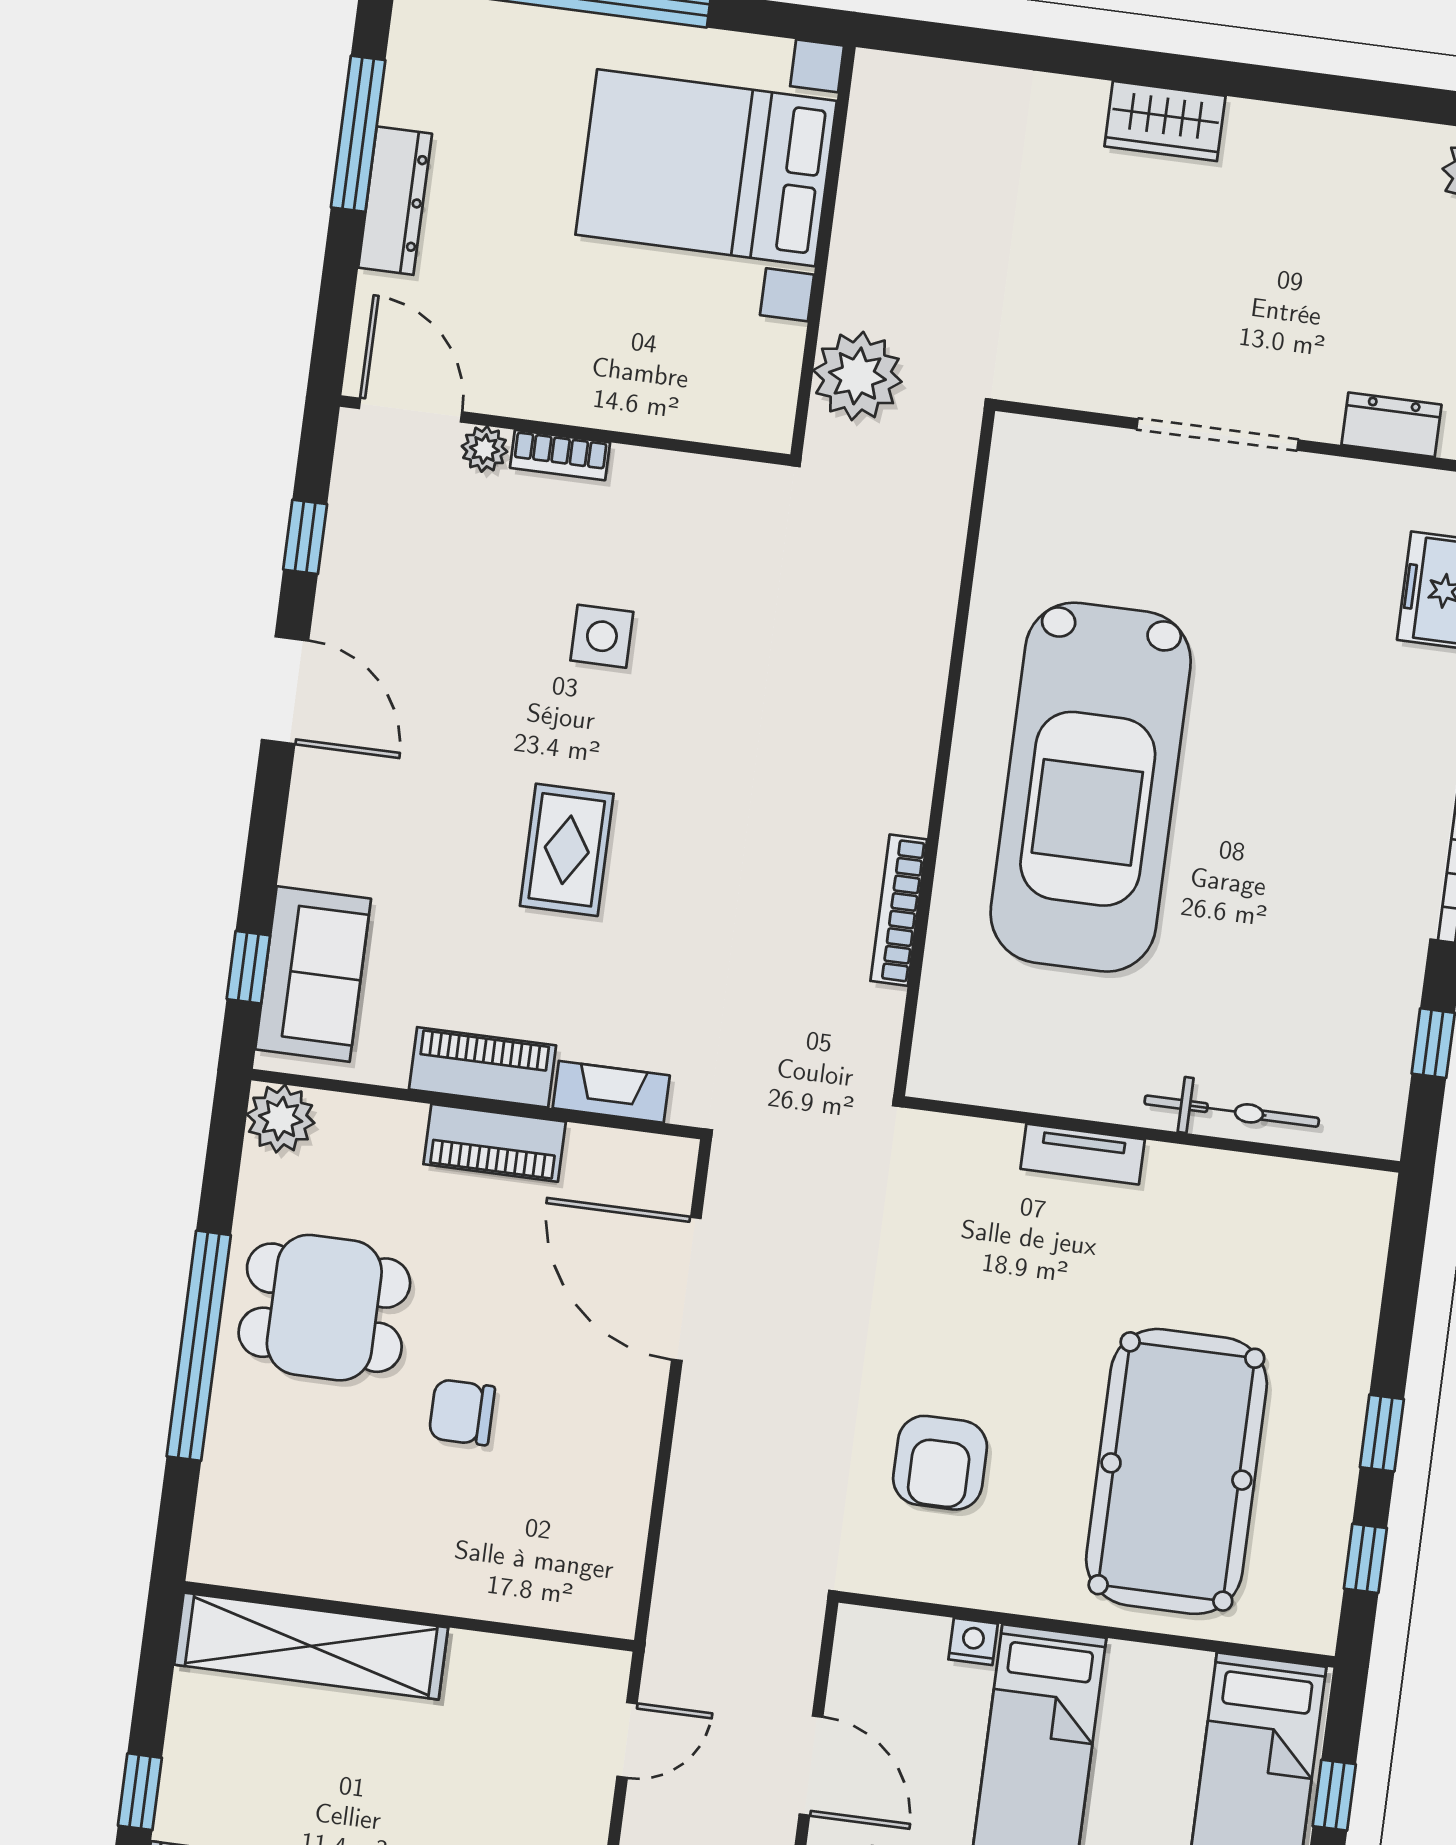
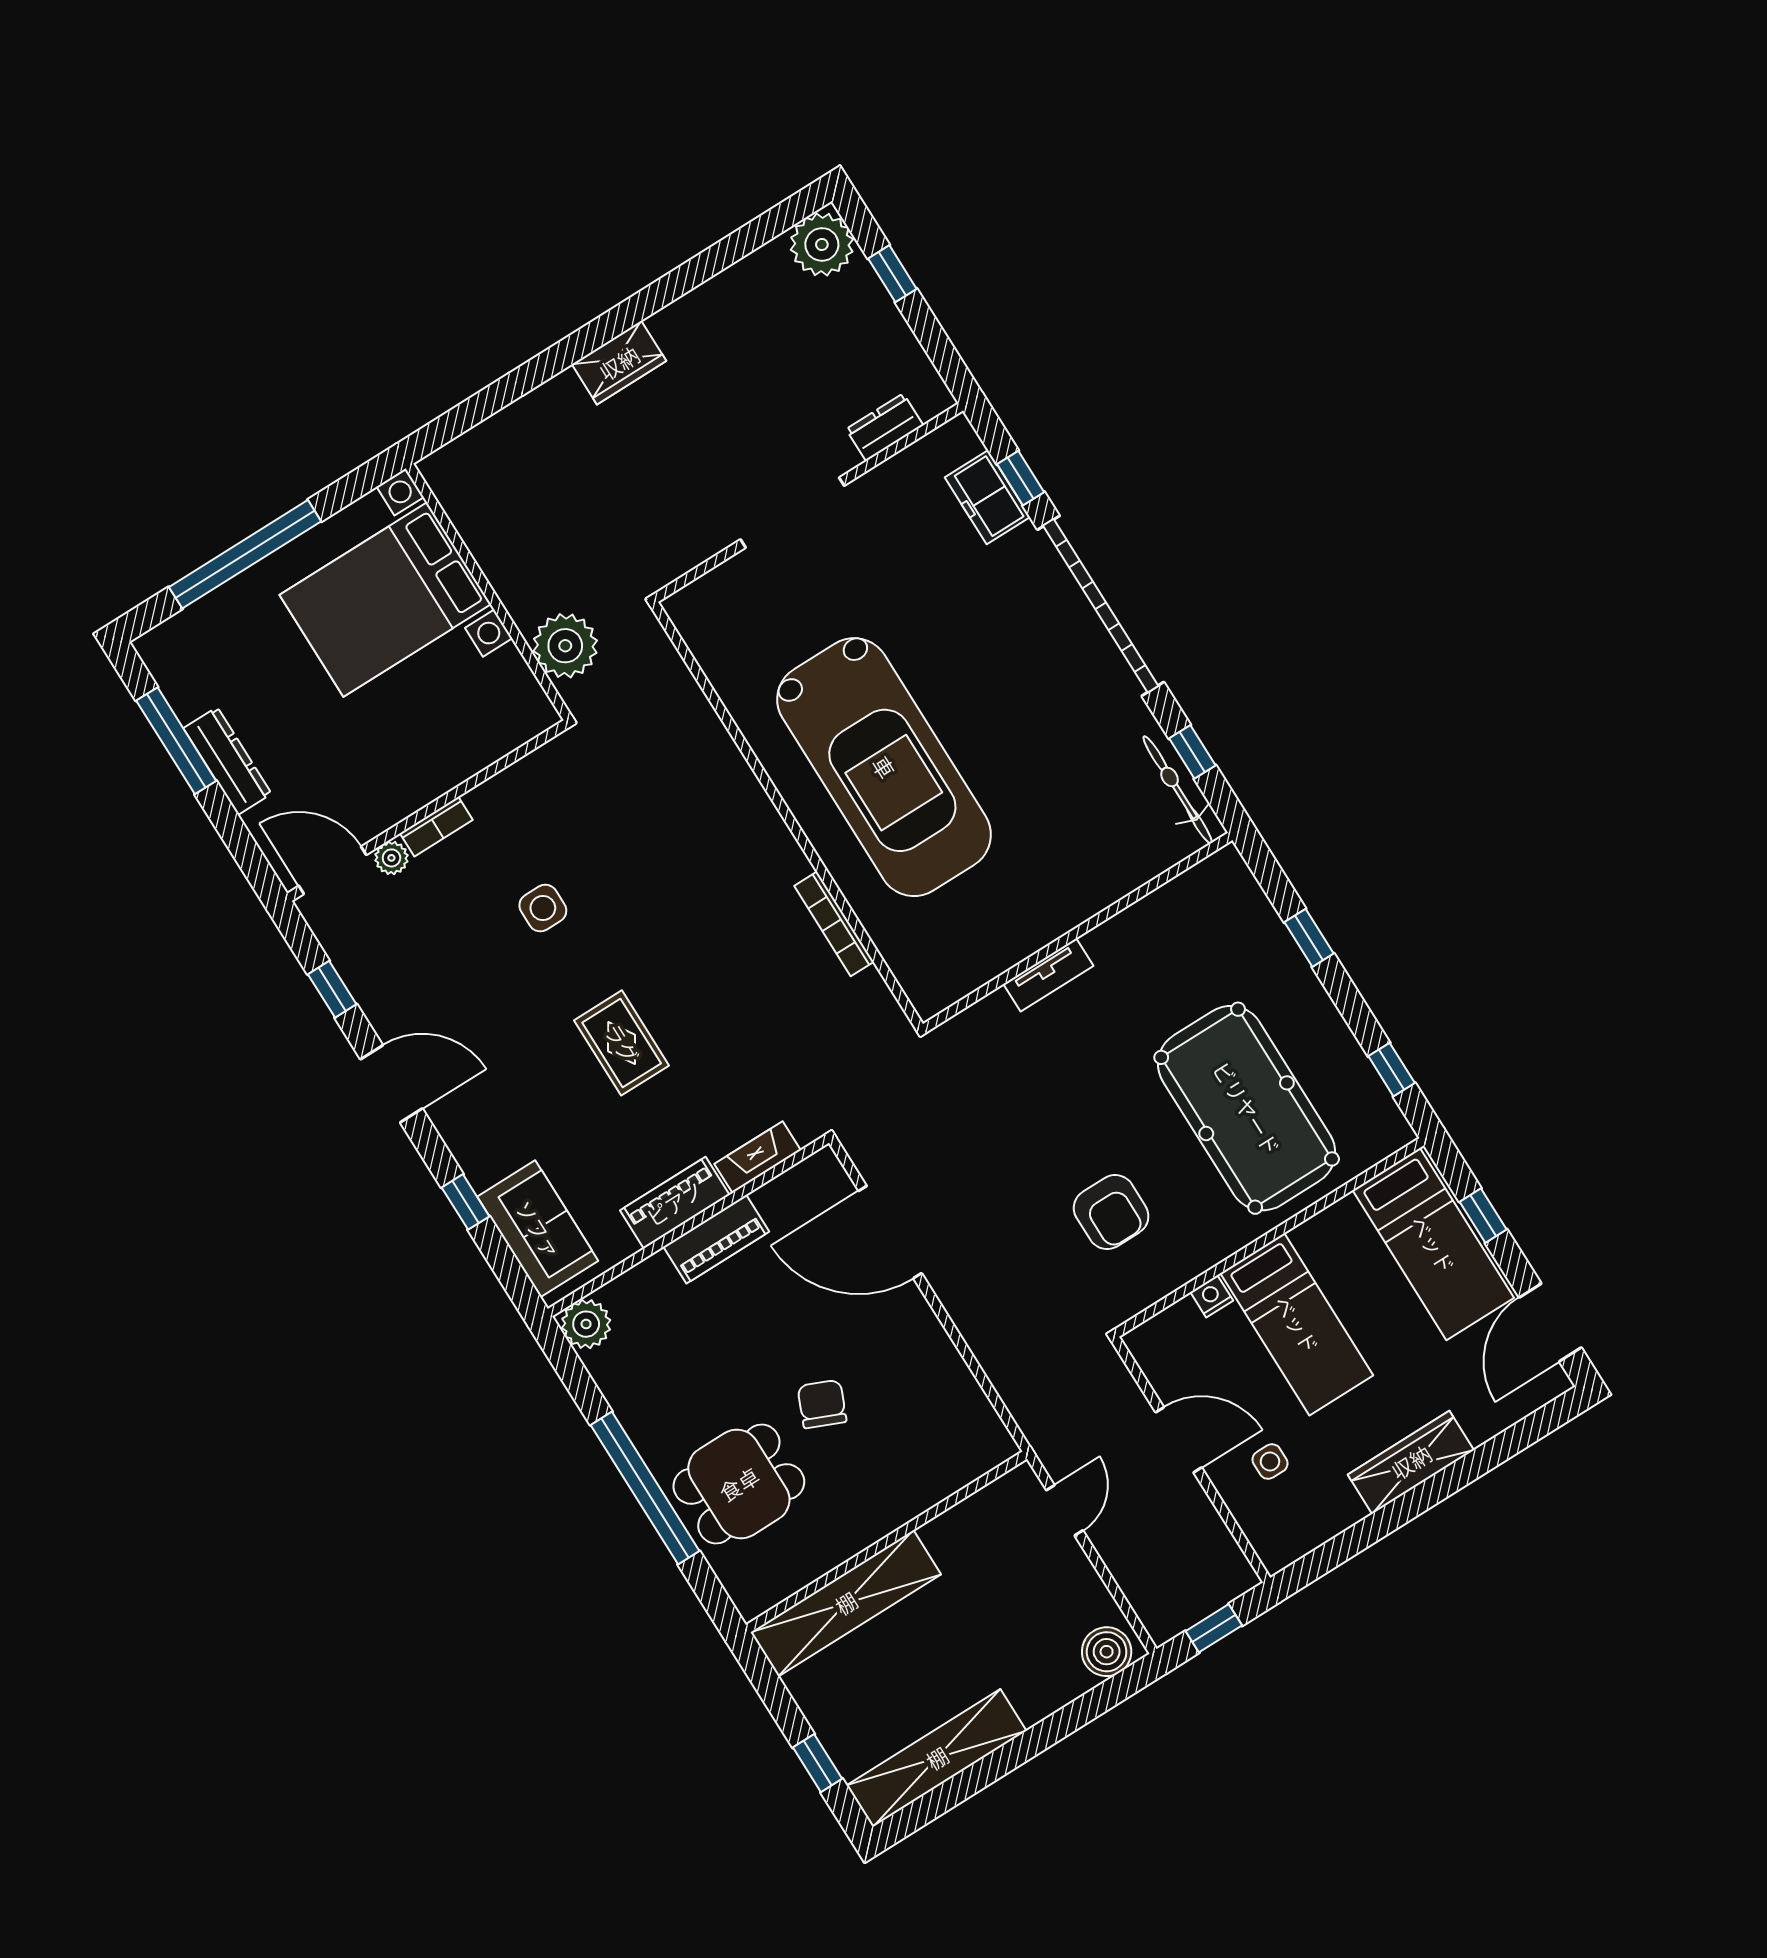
window: (248, 967) -> (466, 1202), moved
bicycle: (1232, 1111) -> (1178, 790), moved, turned -90
dining table: (324, 1308) -> (739, 1484), moved
chair: (462, 1412) -> (822, 1404), turned 113
window: (1382, 1433) -> (1309, 938), moved

